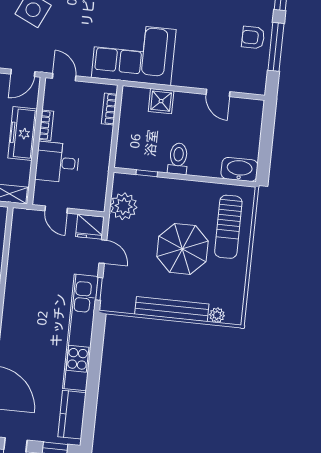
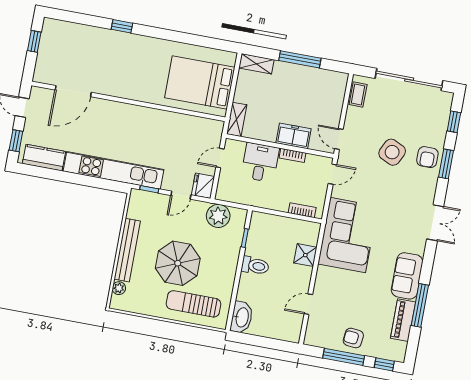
armchair: (253, 37) -> (353, 338), turned -84
freezer: (23, 133) -> (293, 136), width x0.71

